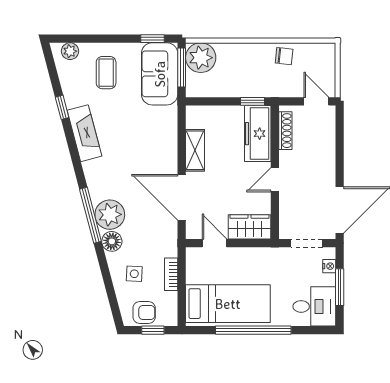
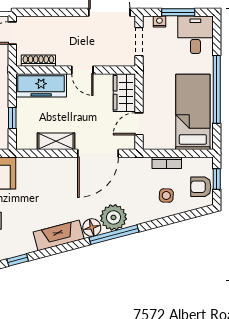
window: (252, 101) -> (12, 118), moved
fireplace: (84, 133) -> (59, 235), moved
floor lamp: (112, 241) -> (92, 228), moved
armchair: (144, 313) -> (201, 187), turned -90

